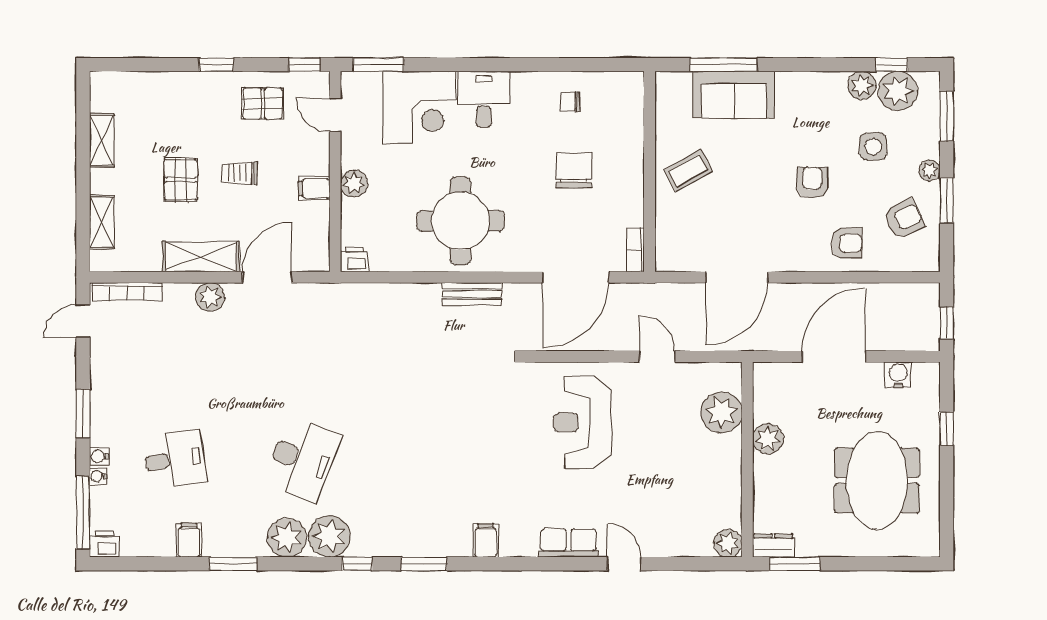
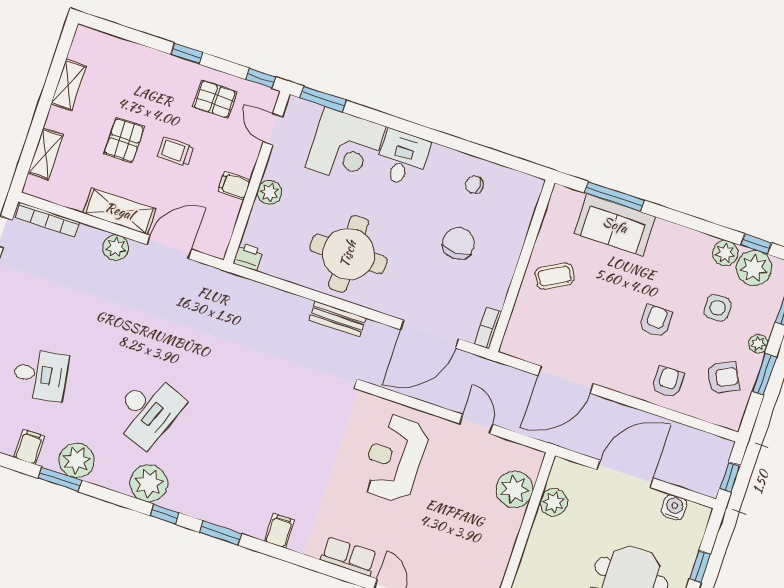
armchair: (847, 243) -> (668, 382), turned -90
plant: (768, 439) -> (554, 502), moved
plant: (287, 538) -> (77, 460), moved

